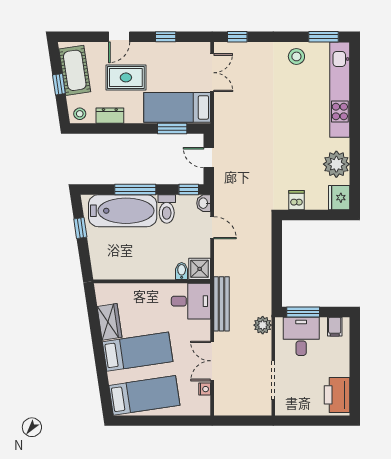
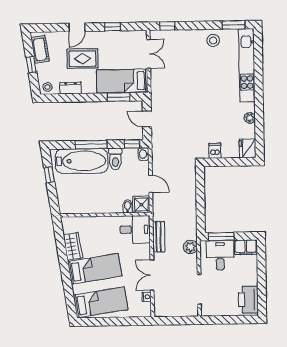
cot: (75, 70) -> (40, 49), width x0.73, depth x0.75
plant: (336, 164) -> (250, 118), width x0.53, depth x0.53
door: (212, 228) -> (151, 184), moved
bench: (221, 304) -> (159, 237), width x0.73
filing cabinet: (335, 327) -> (246, 247), width x2.00

